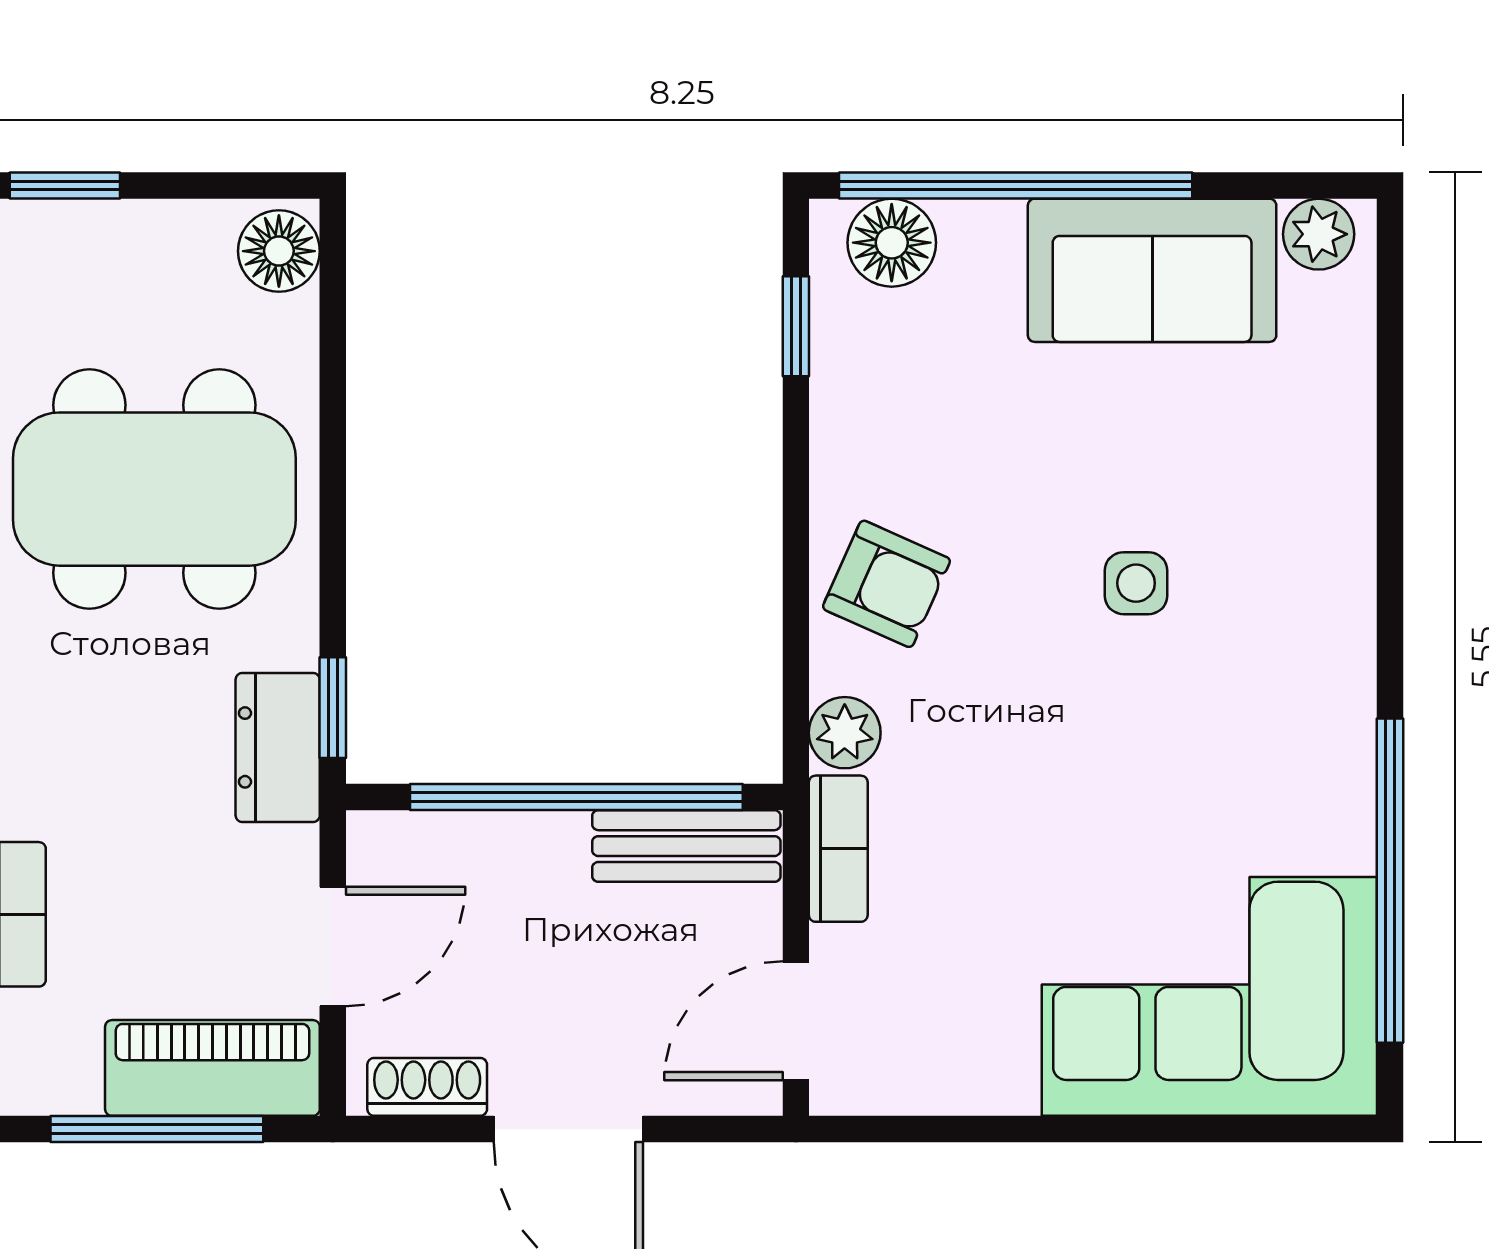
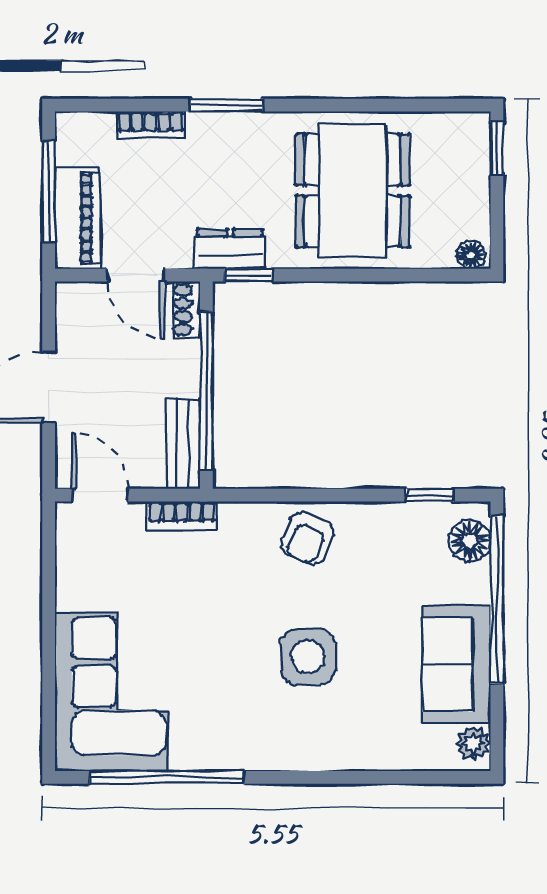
floor lamp: (279, 251) -> (471, 255), width x0.73, depth x0.73
side table: (1136, 583) -> (308, 657), width x1.87, depth x1.87
plant: (845, 733) -> (237, 518), removed
shoe rack: (427, 1087) -> (186, 310), moved, turned 180

